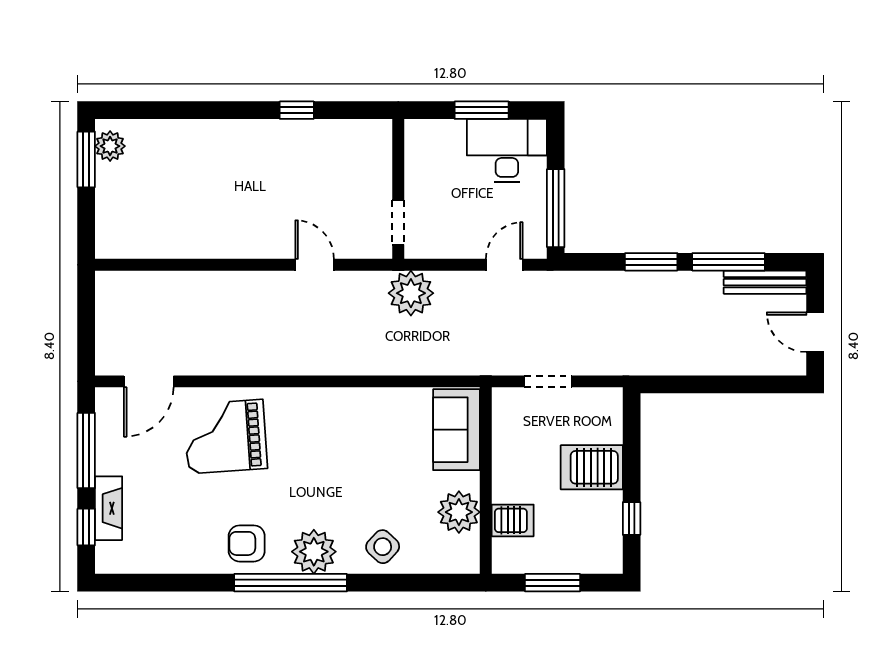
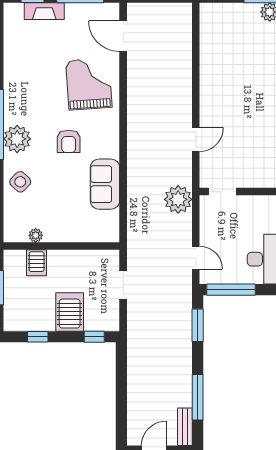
window: (651, 262) -> (198, 325), moved
bench: (765, 282) -> (185, 427), width x0.73
window: (632, 428) -> (94, 337), added
sofa: (456, 430) -> (105, 184), moved, turned -90
plant: (459, 512) -> (36, 235), width x0.53, depth x0.53
armchair: (247, 543) -> (69, 141), moved, turned 180

